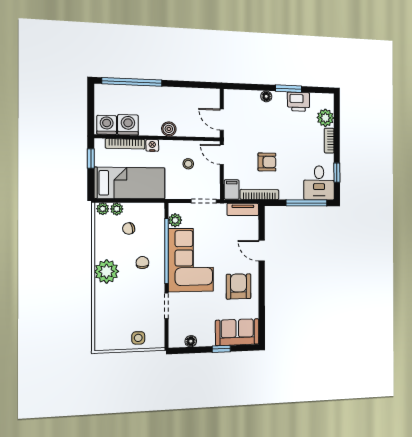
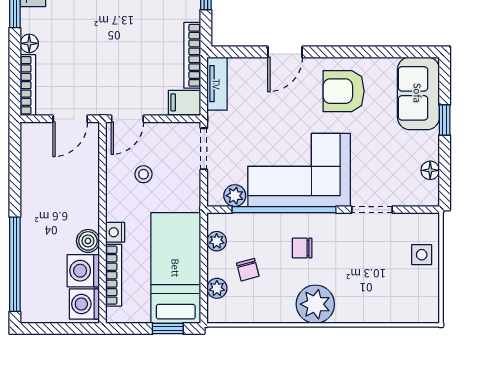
bookcase: (242, 95) -> (28, 85), added
boiler: (169, 129) -> (88, 241), moved
window: (91, 159) -> (168, 328), moved
armchair: (267, 162) -> (138, 42), removed
plant: (103, 209) -> (217, 241), moved

